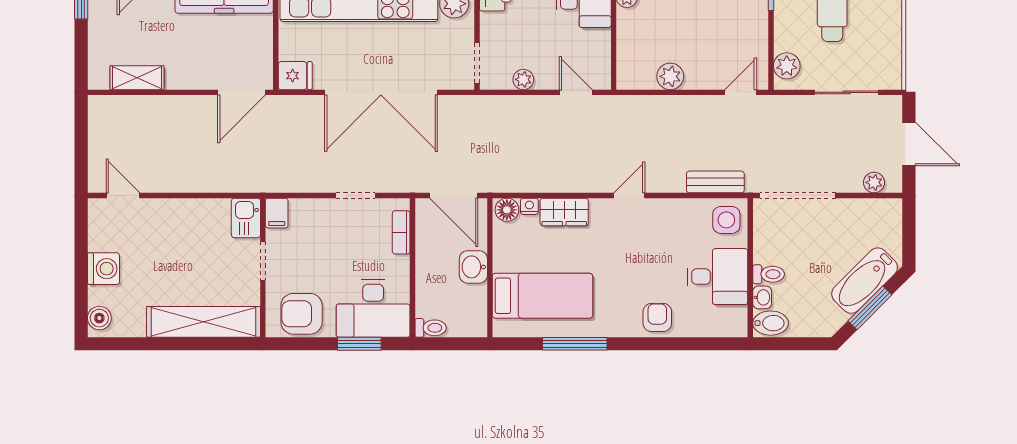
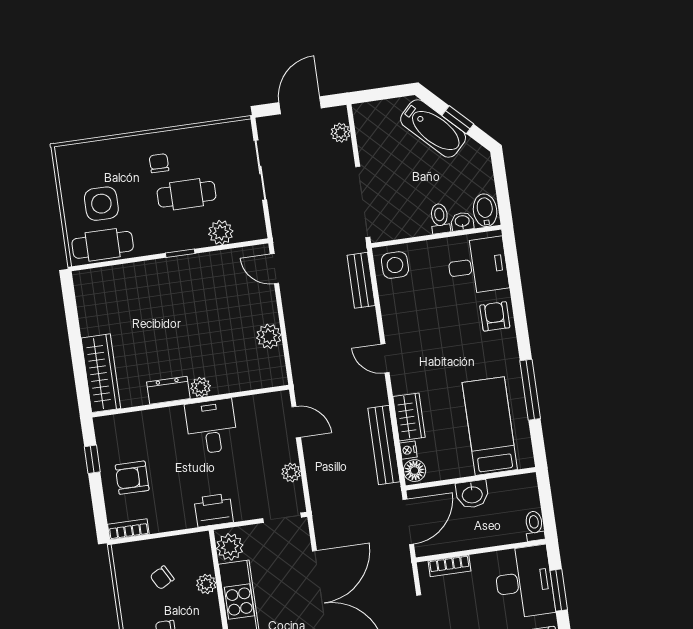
plant: (787, 66) -> (221, 233), moved
door: (576, 92) -> (296, 422), swing flipped
bench: (538, 181) -> (384, 445), added
desk: (717, 277) -> (478, 266), moved, turned 90
window: (870, 308) -> (458, 120), width x0.67
armchair: (657, 317) -> (495, 316), turned 90

